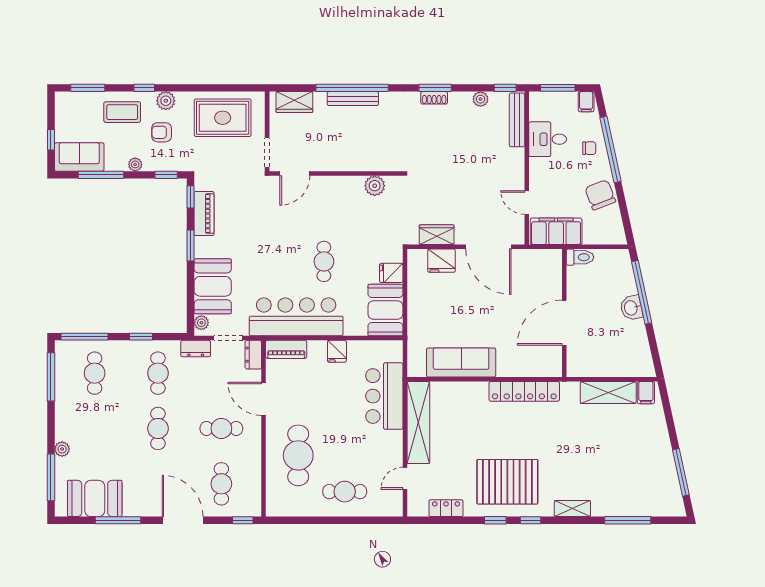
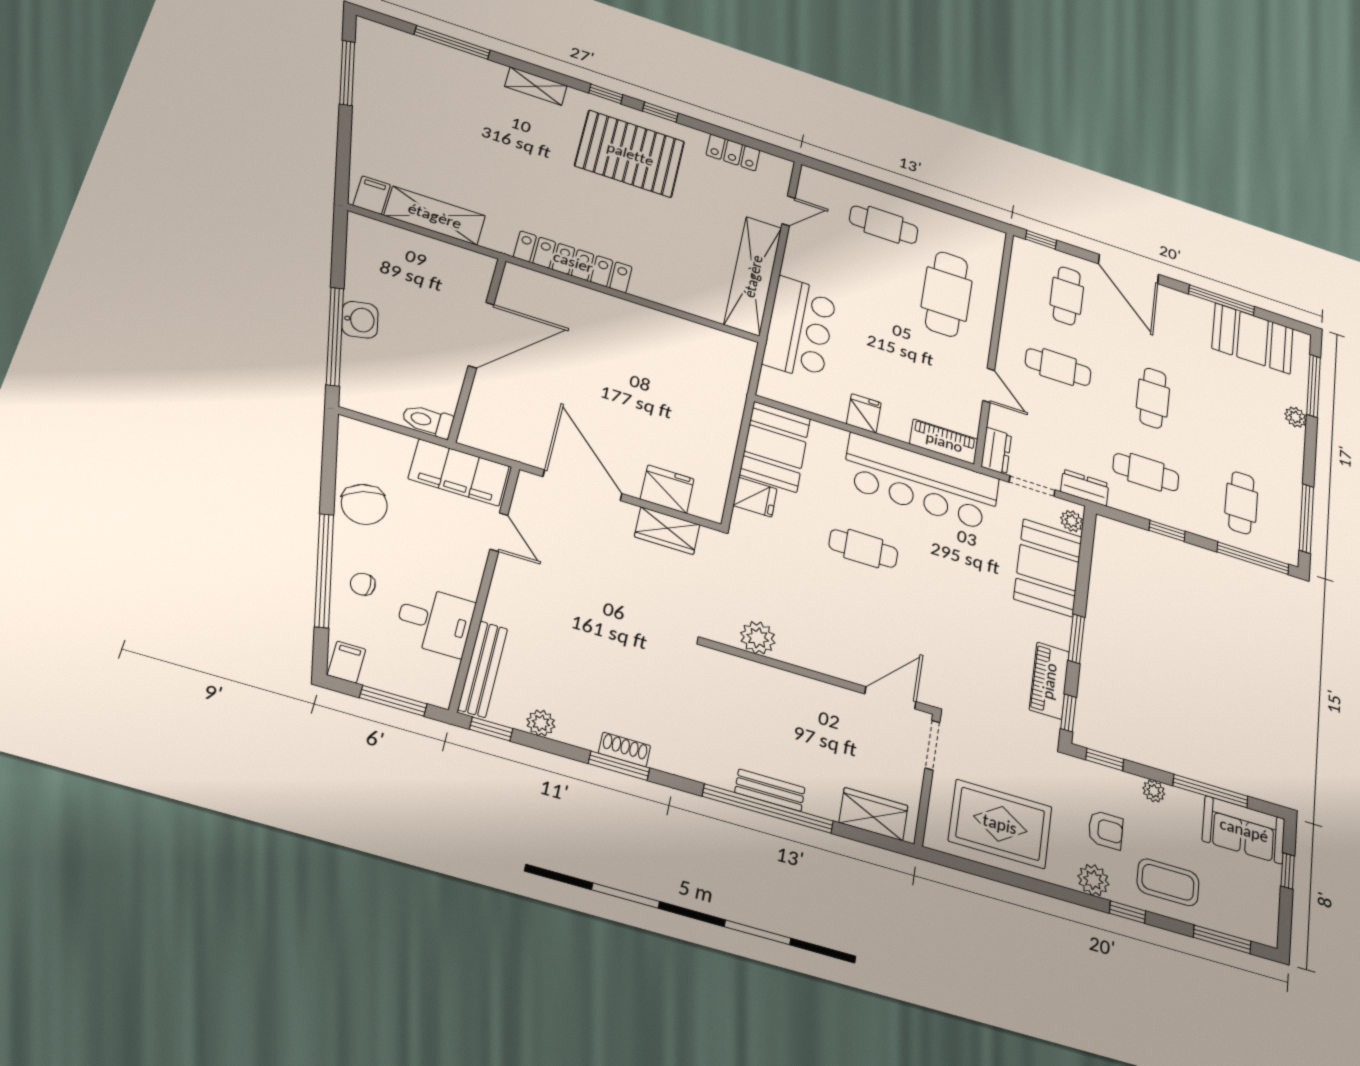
bench: (353, 99) -> (770, 790), width x0.73
cafe table: (324, 261) -> (863, 548), turned 90
sofa: (461, 362) -> (667, 334), removed
cafe table: (158, 373) -> (1146, 472), turned 90
door: (264, 399) -> (989, 385), width x0.73

